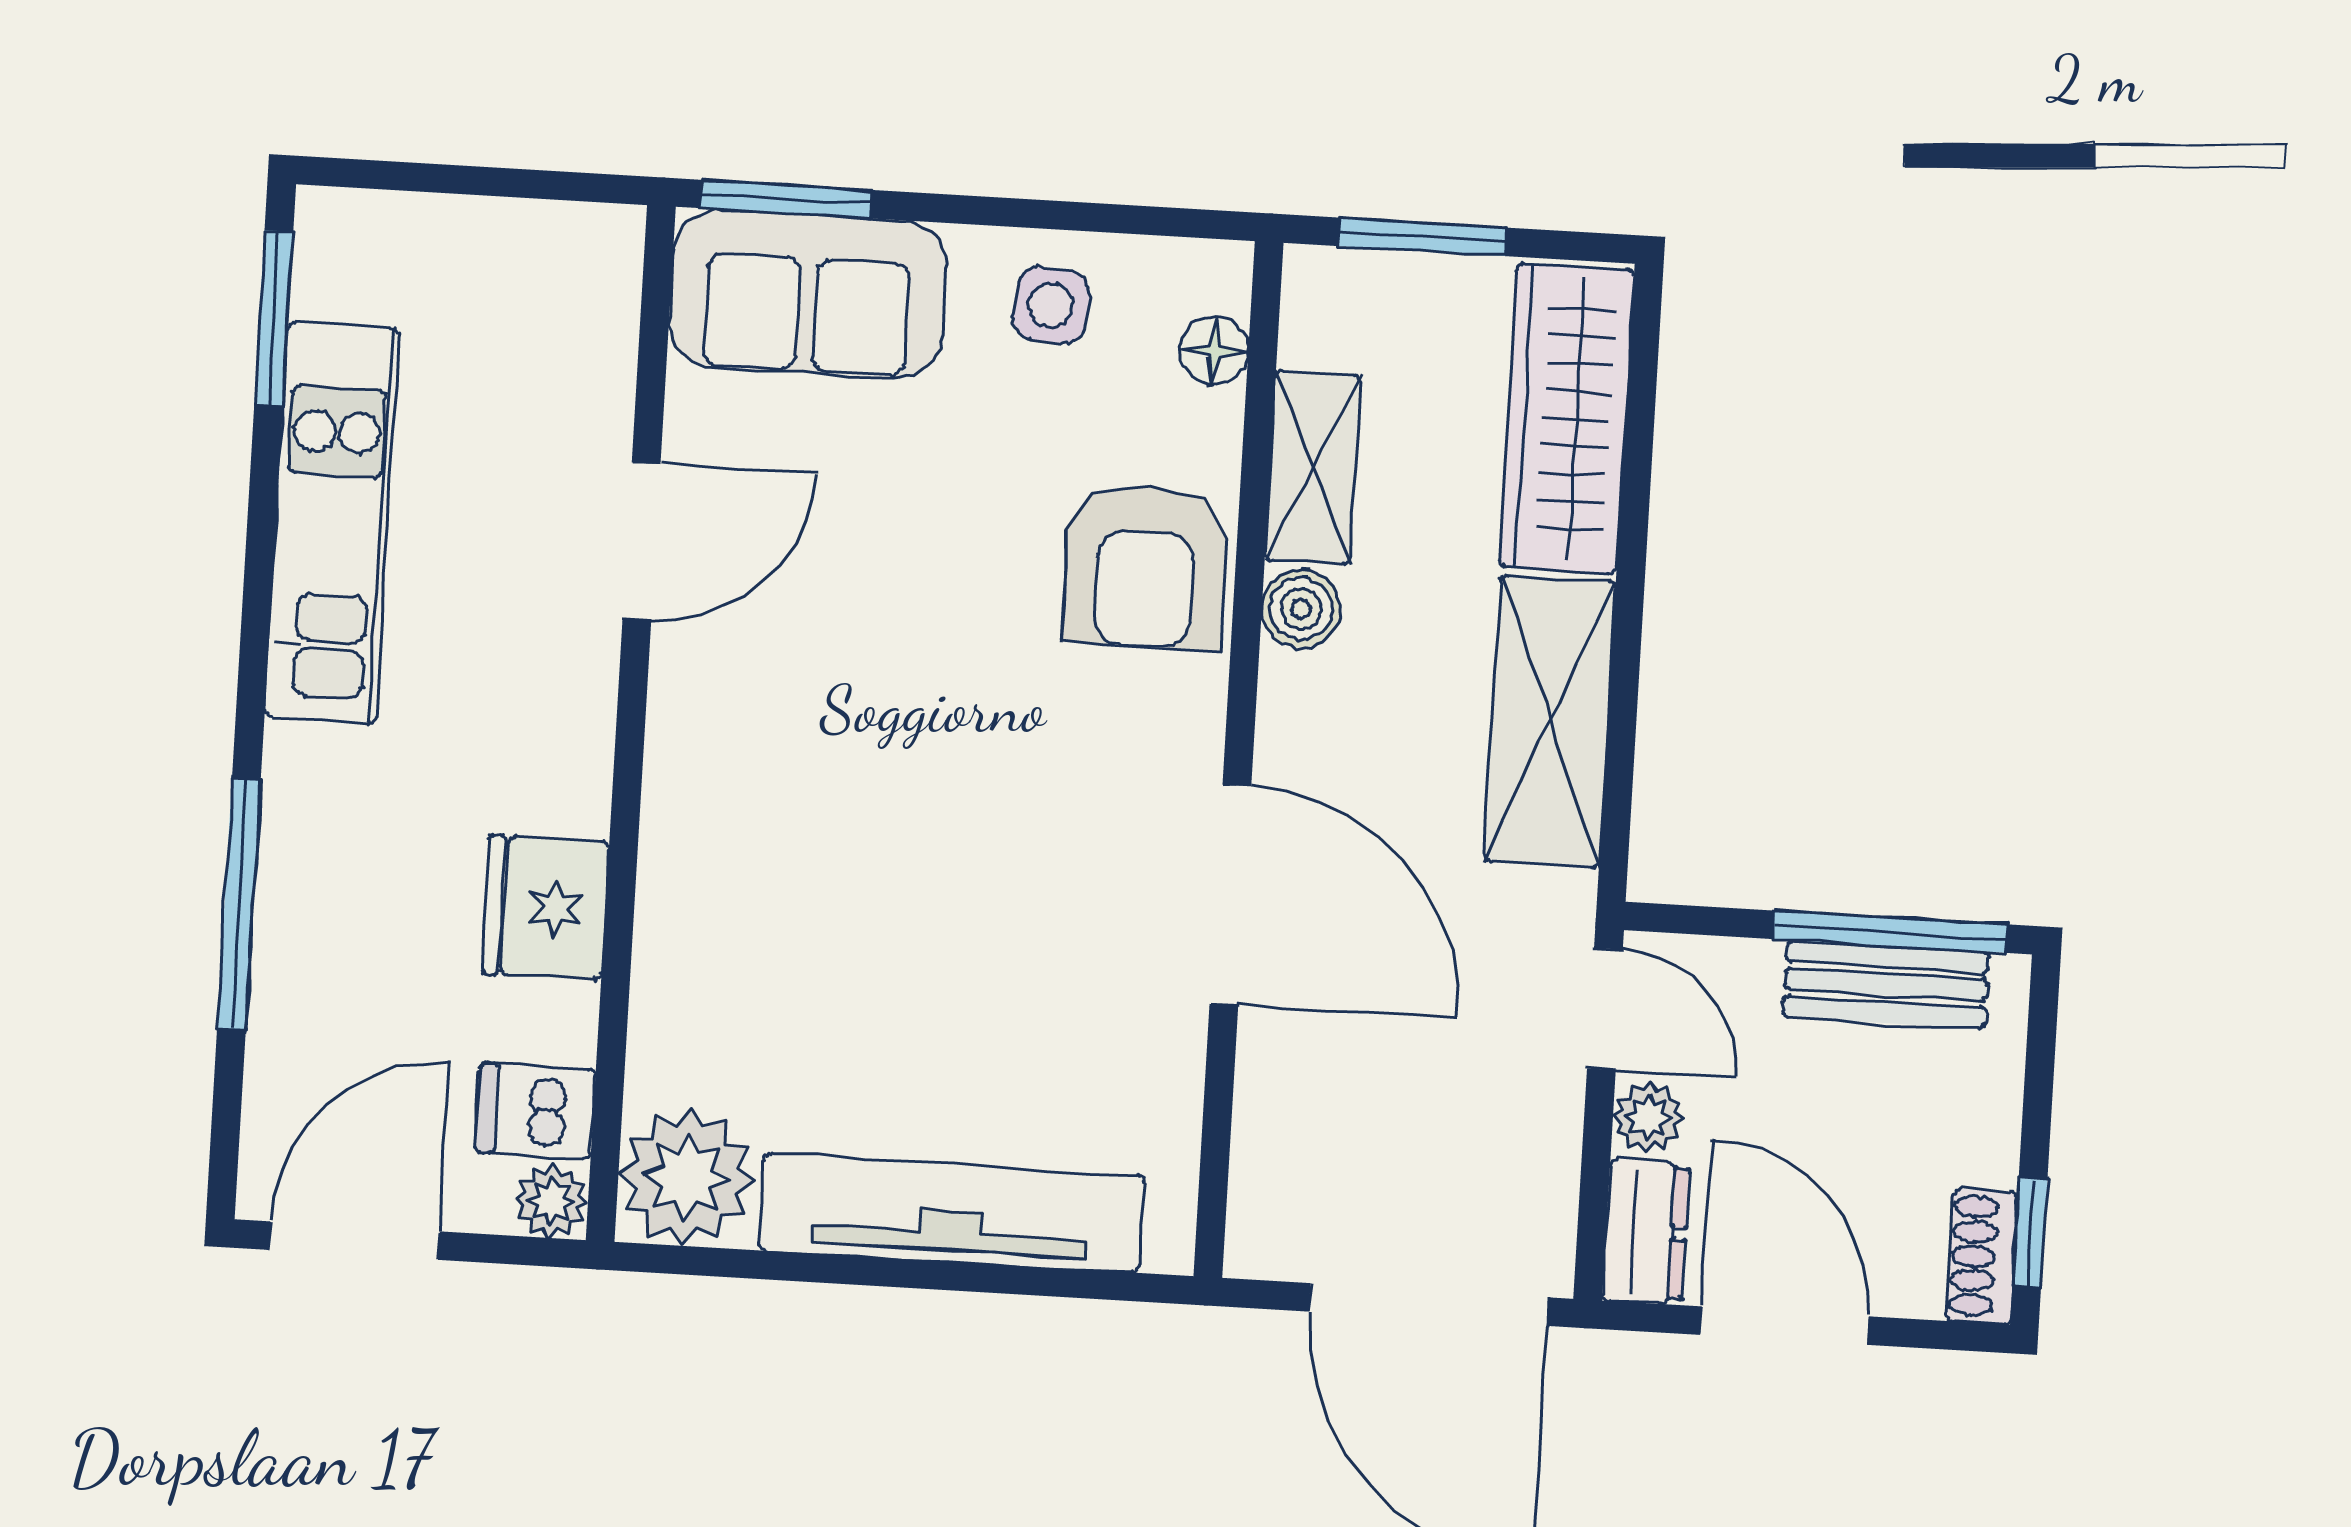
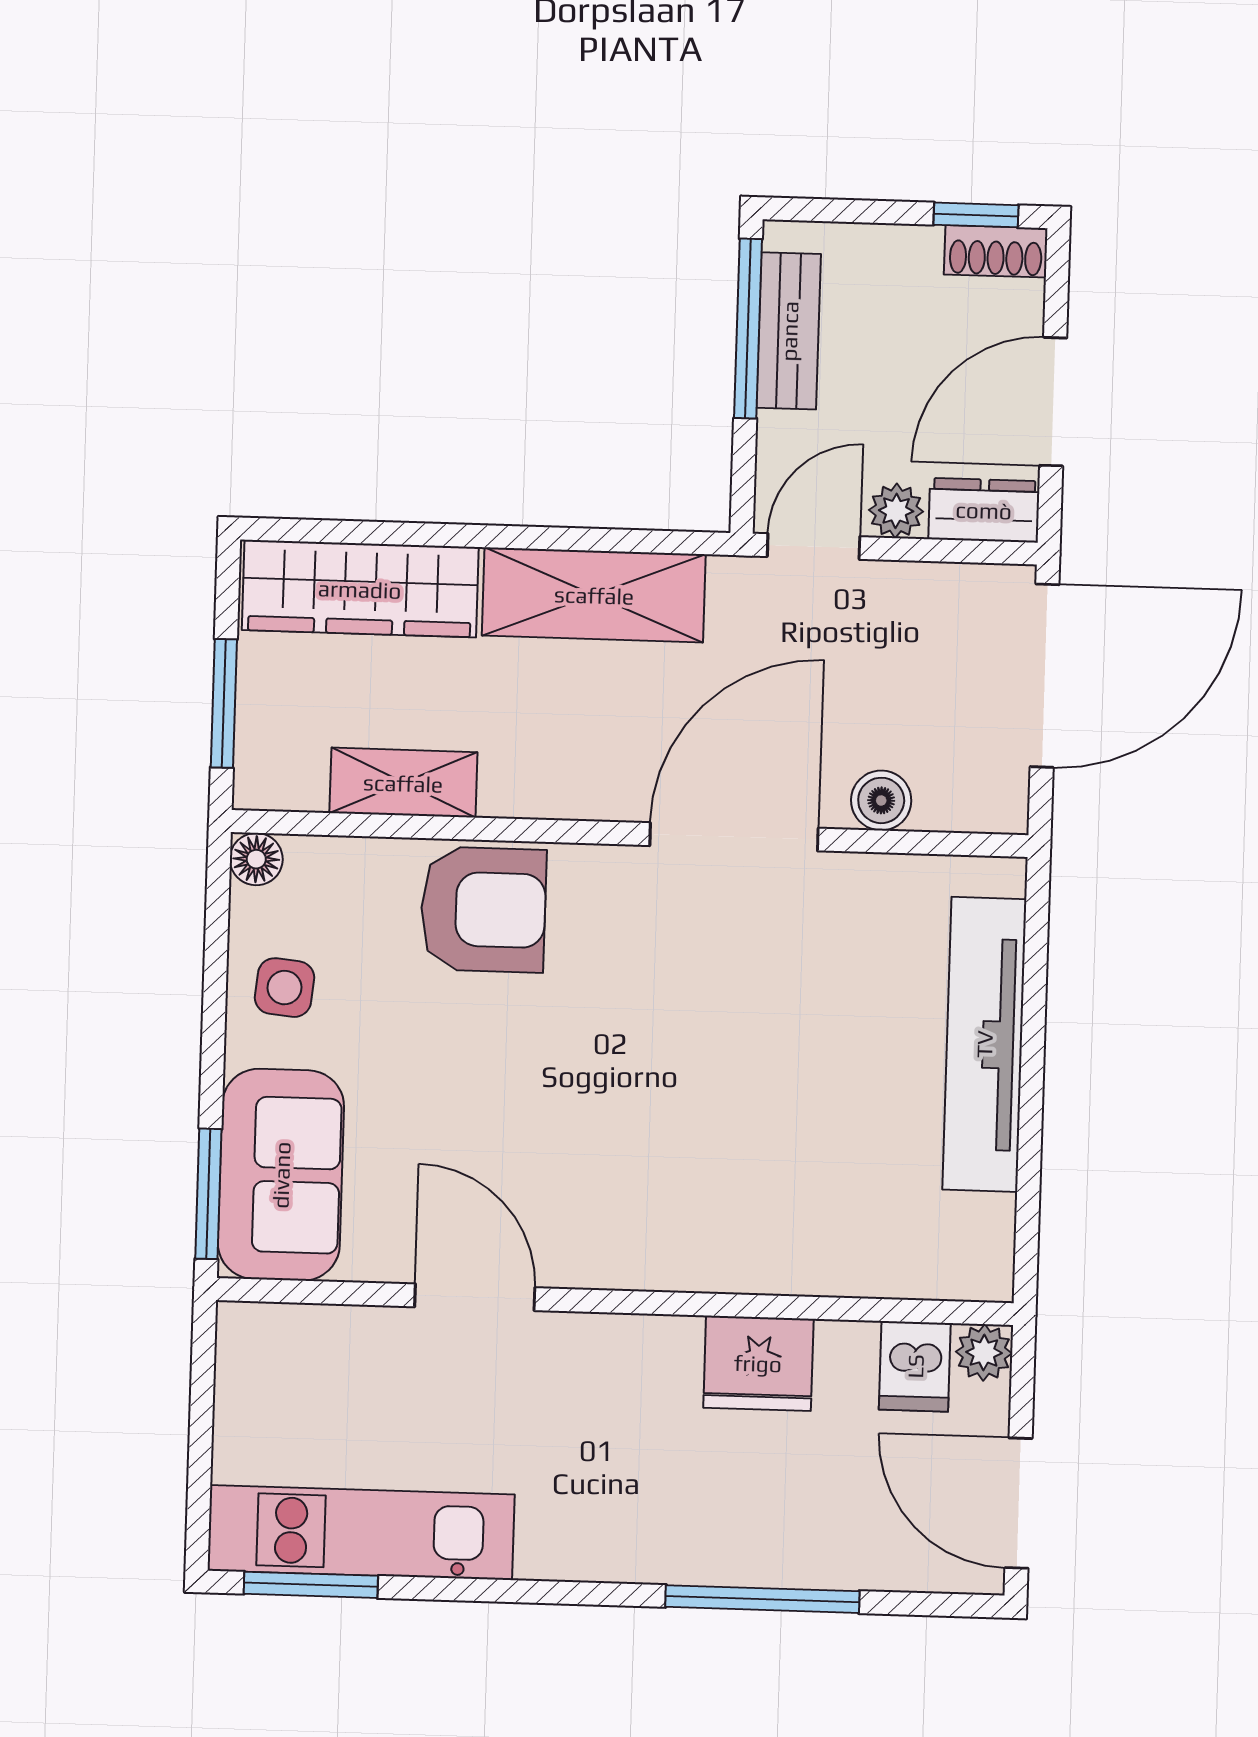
floor lamp: (1214, 350) -> (256, 859), moved
kitchen unit: (332, 523) -> (361, 1532), moved
boiler: (1301, 609) -> (881, 800), moved
plant: (687, 1178) -> (963, 1249), removed

